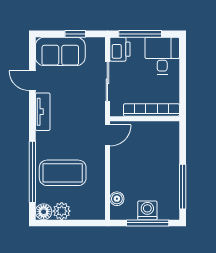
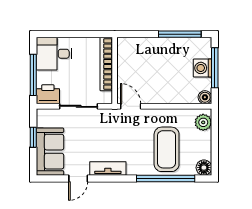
boiler: (117, 199) -> (205, 97), moved
plant: (62, 211) -> (203, 122), moved

